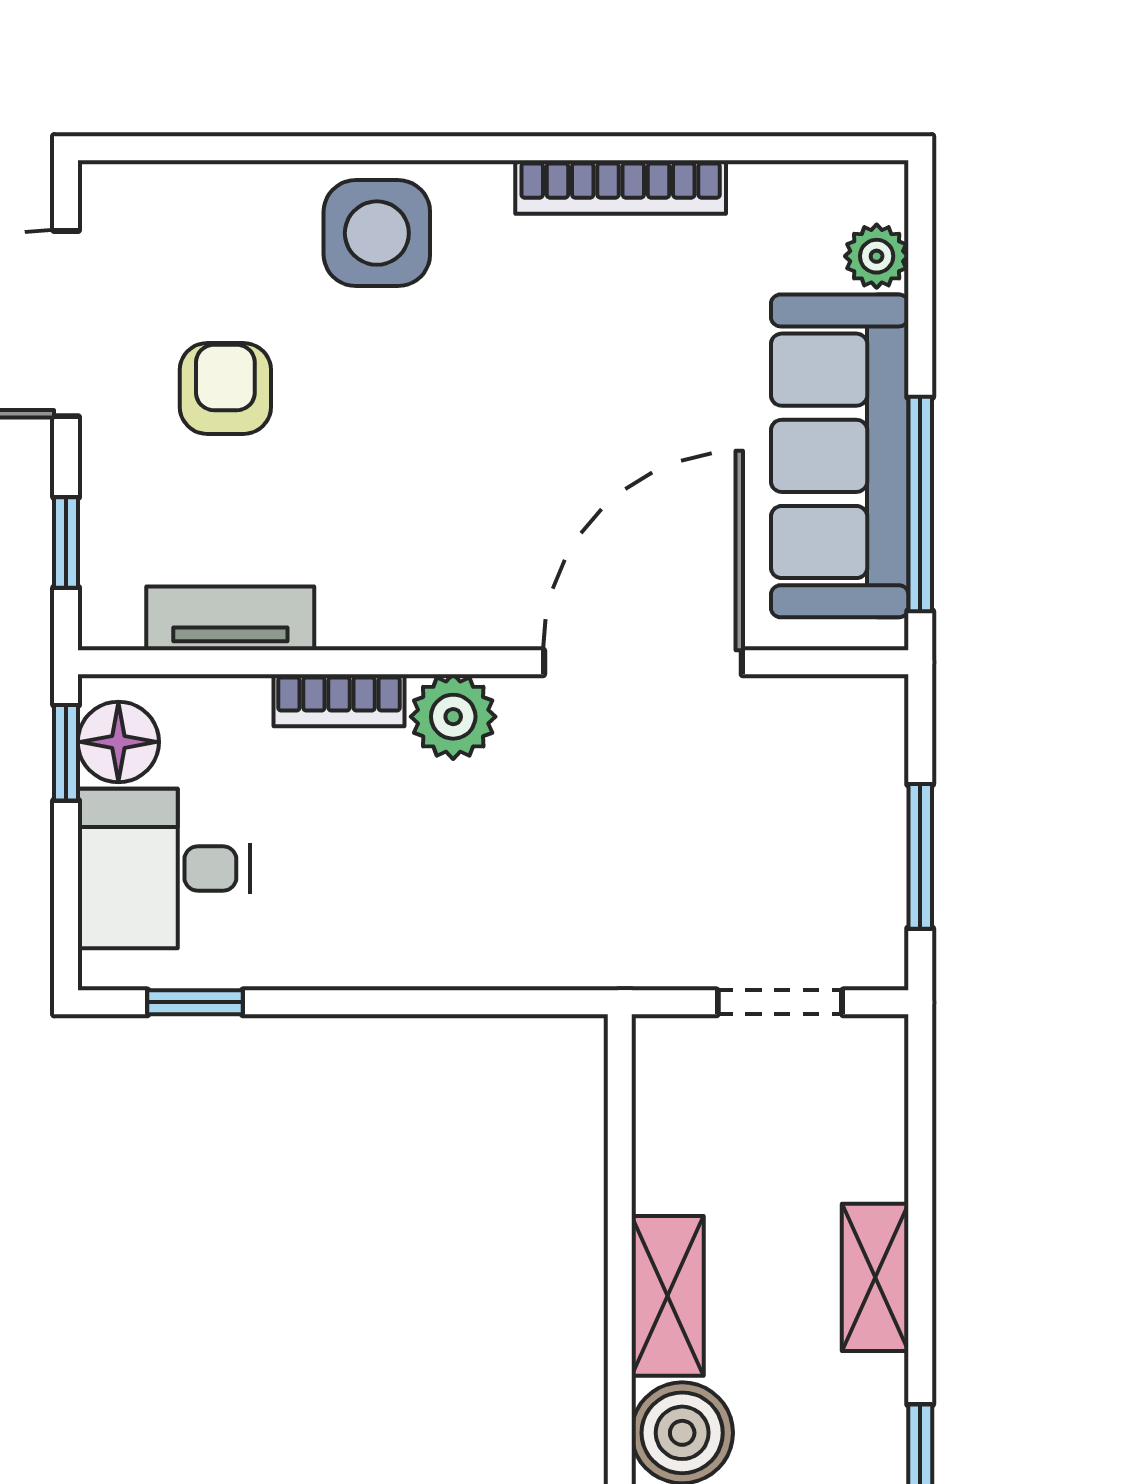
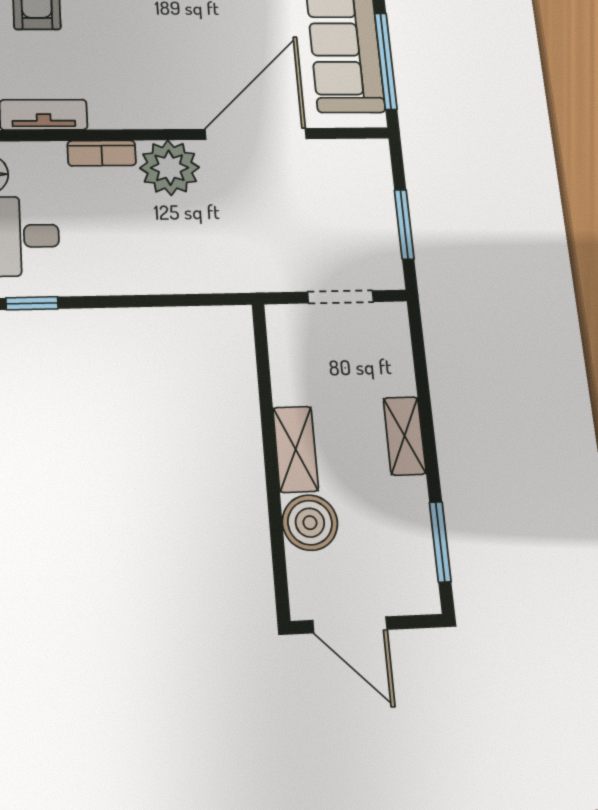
plant: (453, 717) -> (170, 168), width x1.36, depth x1.36

